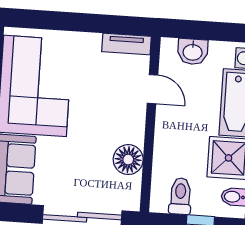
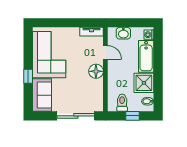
floor lamp: (128, 160) -> (96, 71), moved

